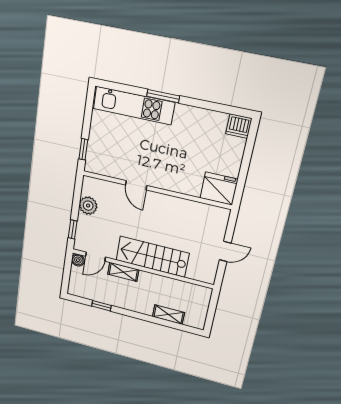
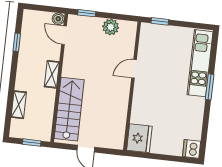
stairs: (152, 257) -> (69, 109), moved
shelving: (123, 272) -> (52, 74), moved
window: (212, 308) -> (32, 143), added

